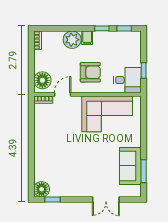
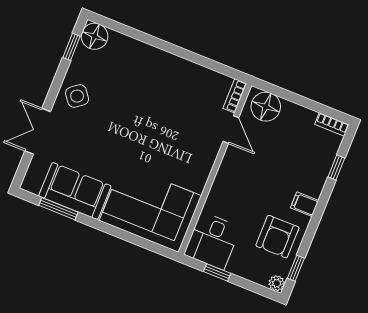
window: (102, 28) -> (336, 167), moved
plant: (72, 40) -> (277, 283), moved, width x0.53, depth x0.53
armchair: (90, 72) -> (277, 237), moved
corner sofa: (107, 114) -> (150, 208), moved, turned 90
side table: (78, 186) -> (77, 96), added

